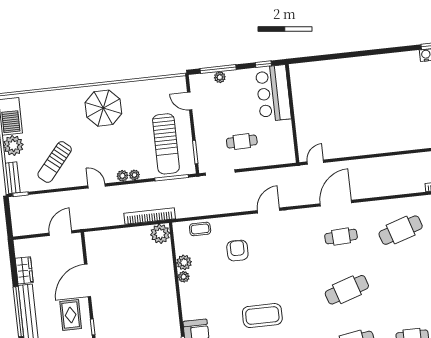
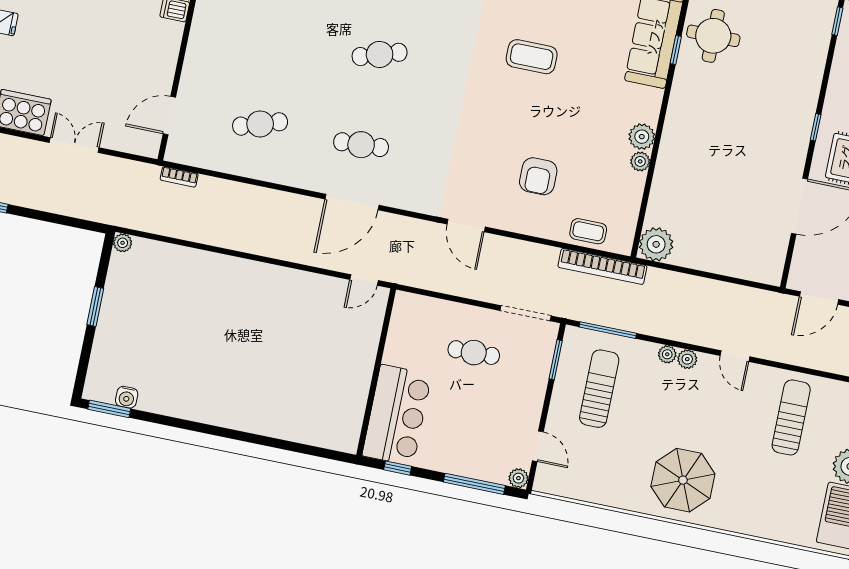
plant: (220, 77) -> (518, 478), moved
sun lounger: (166, 144) -> (599, 389), width x0.73, depth x0.75
sun lounger: (55, 162) -> (791, 417), turned -40
door: (269, 210) -> (466, 225), hinge flipped
bookcase: (150, 216) -> (602, 266), moved
cafe table: (401, 230) -> (260, 124), width x0.73, depth x0.74
plant: (184, 262) -> (642, 137), moved
cafe table: (347, 290) -> (380, 54), width x0.73, depth x0.74
coffee table: (262, 316) -> (532, 57), width x0.73, depth x0.76

